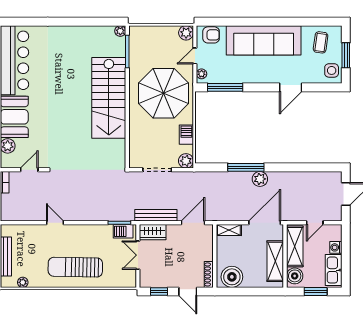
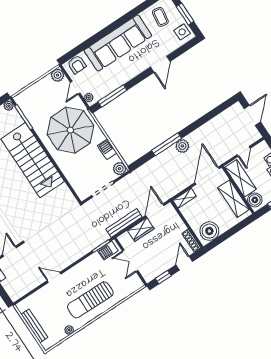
armchair: (211, 35) -> (77, 64), turned 90
wardrobe: (153, 232) -> (141, 230), moved
plant: (23, 282) -> (69, 330), moved
door: (188, 291) -> (184, 263), swing flipped

